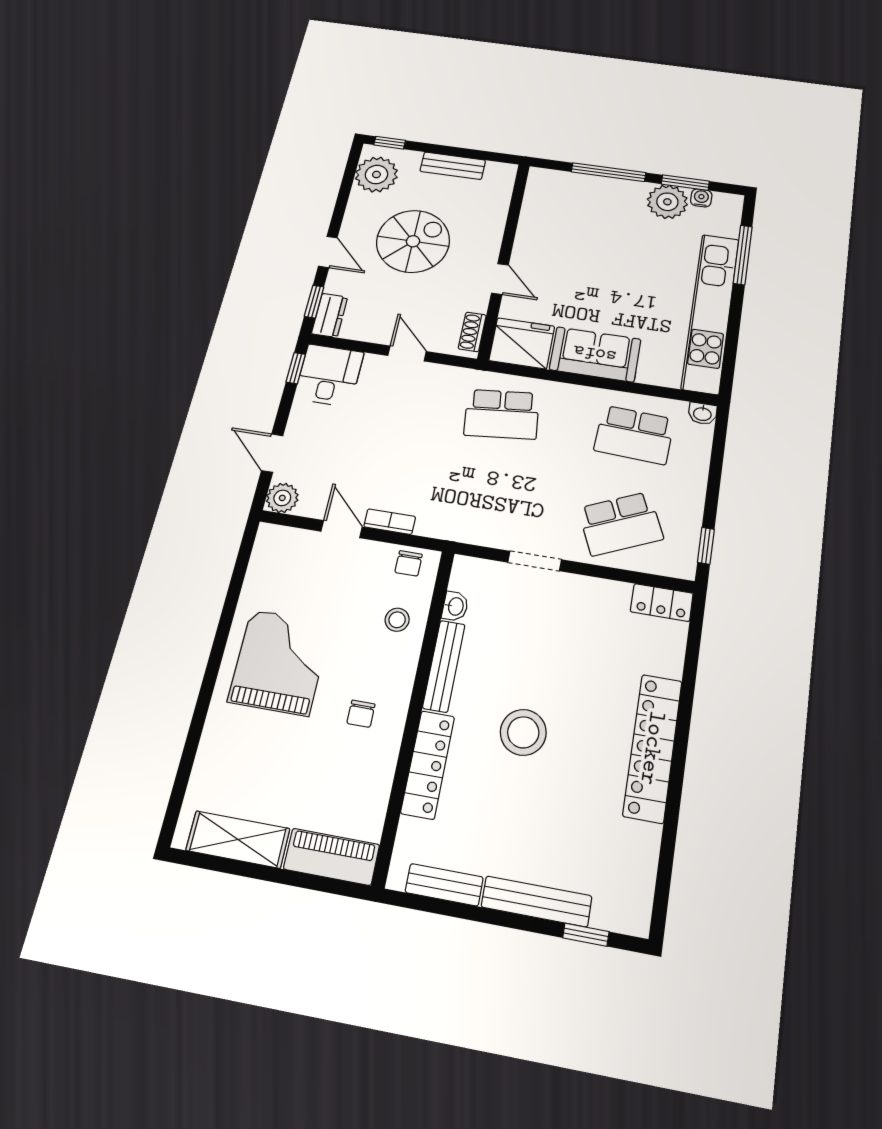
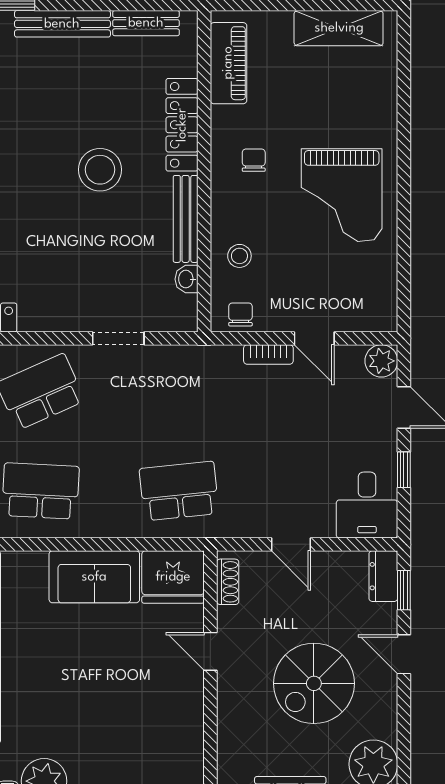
window: (296, 368) -> (404, 470), moved
piano: (332, 857) -> (228, 63), moved, turned -90

